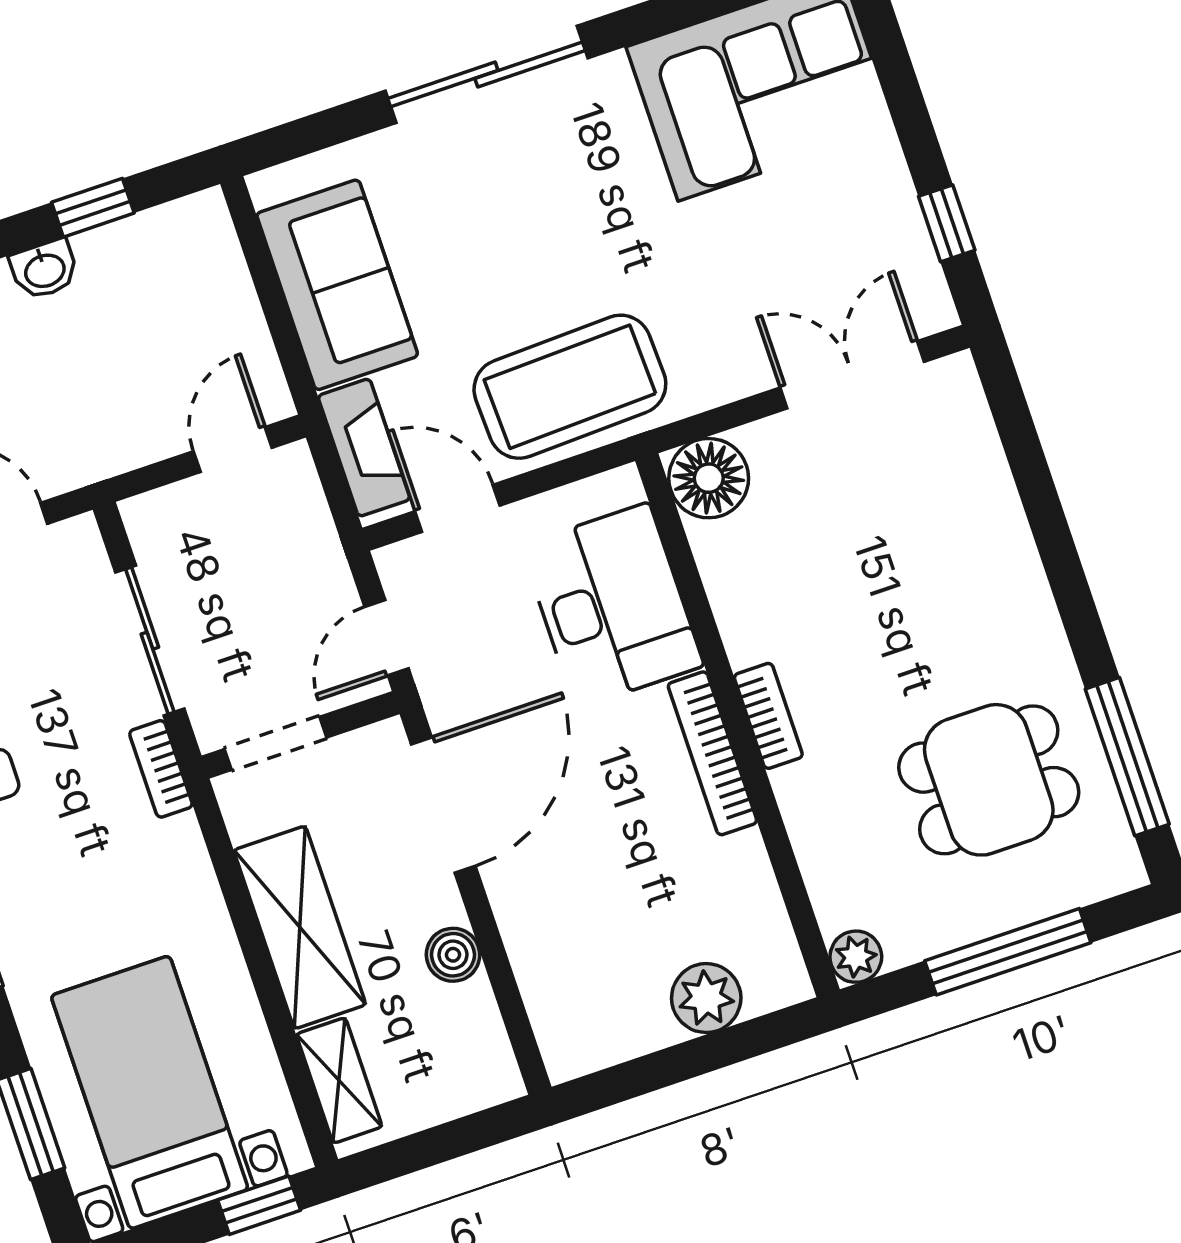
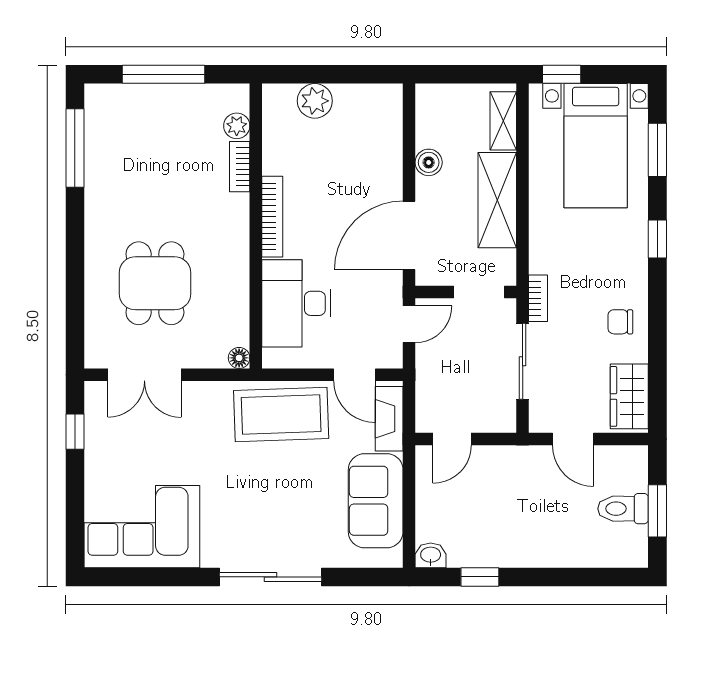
washbasin: (44, 269) -> (431, 555), moved
floor lamp: (709, 478) -> (239, 358), width x0.53, depth x0.53
bookcase: (768, 716) -> (240, 167), moved
dining table: (989, 780) -> (155, 283), moved, turned 90
plant: (856, 957) -> (237, 126), moved

